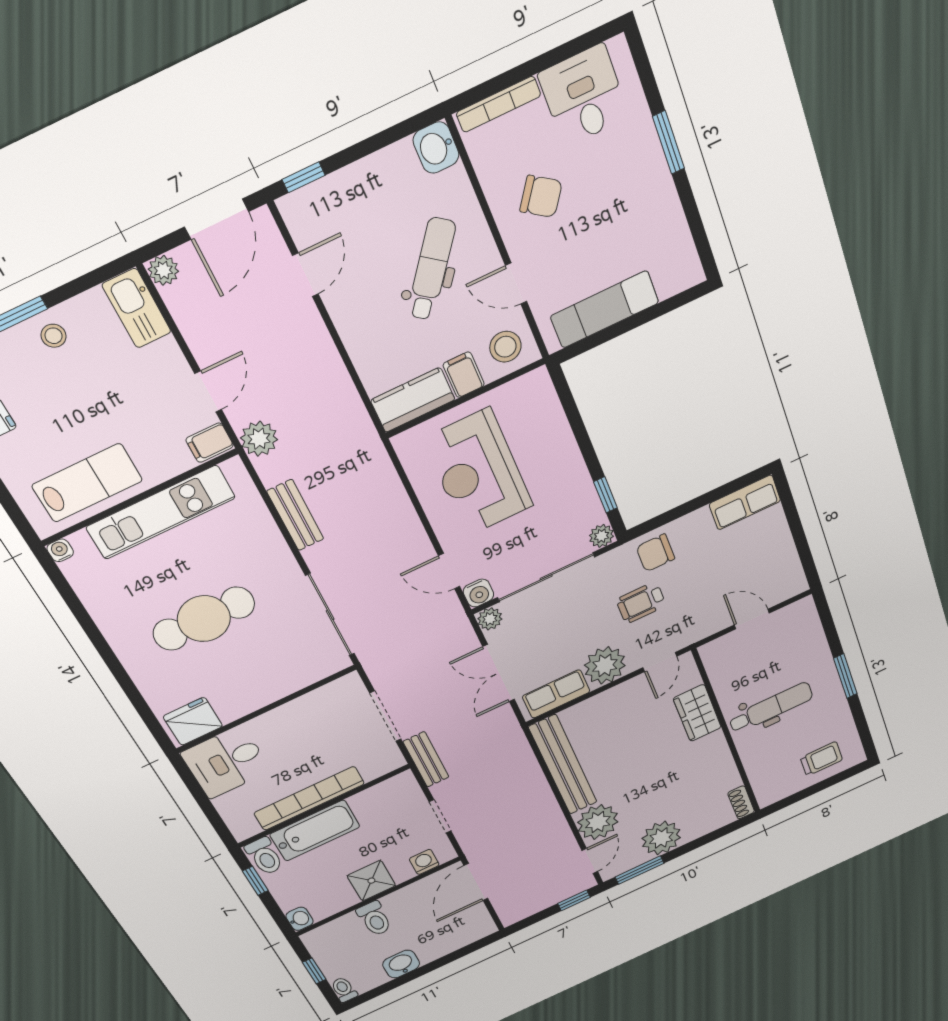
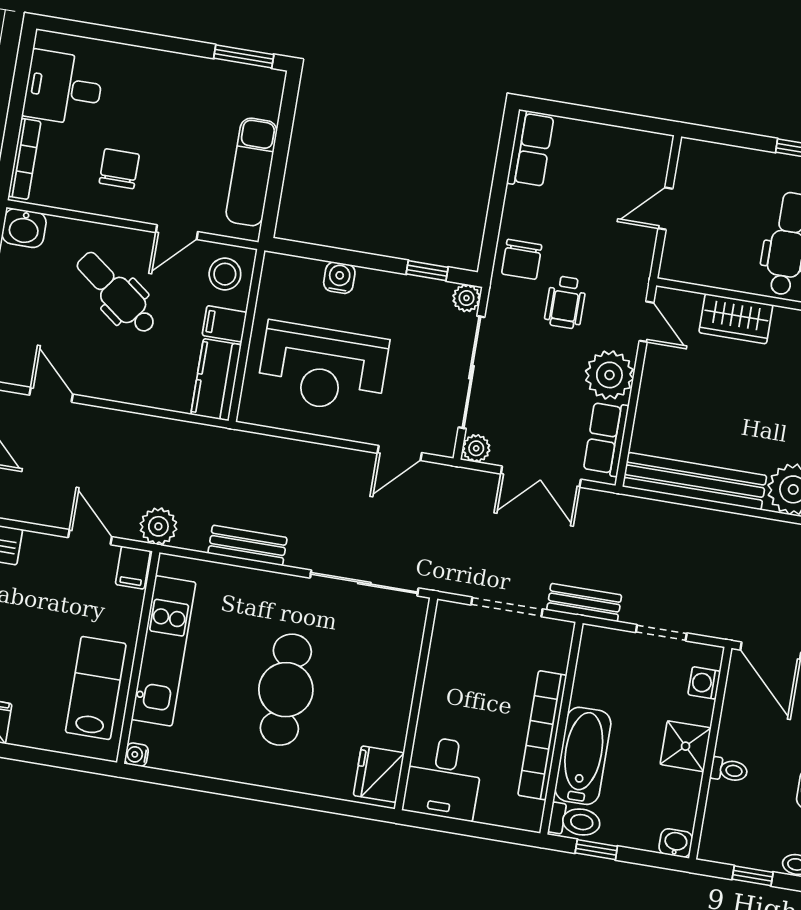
window: (668, 143) -> (244, 56), moved
chair: (541, 196) -> (119, 169), turned -35
water cooler: (478, 593) -> (339, 278), moved, turned -90
toilet: (374, 919) -> (729, 770), width x0.73, depth x0.72

